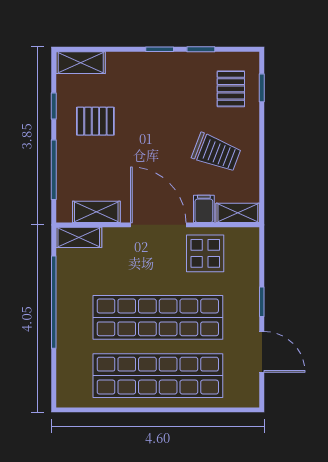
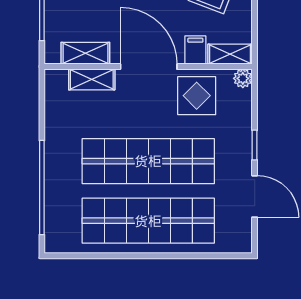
plant: (250, 236) -> (243, 78), added
shelving: (79, 237) -> (92, 79), moved
window: (54, 302) -> (42, 188), moved

